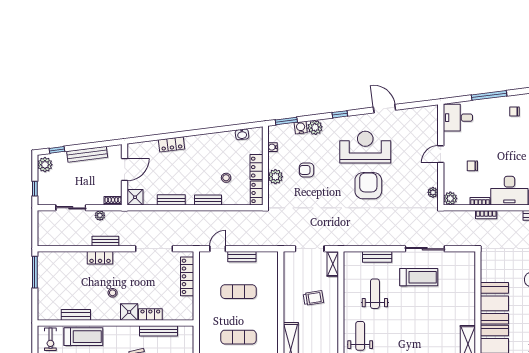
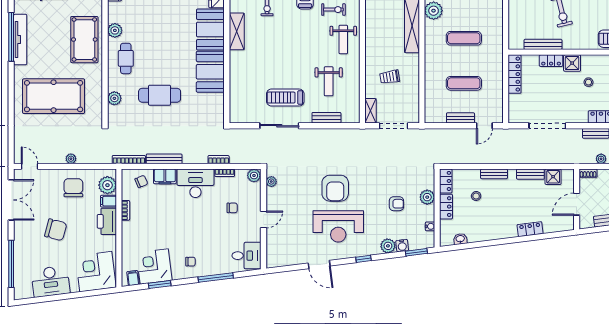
shower: (135, 197) -> (553, 177), moved
locker: (187, 276) -> (515, 74), moved

